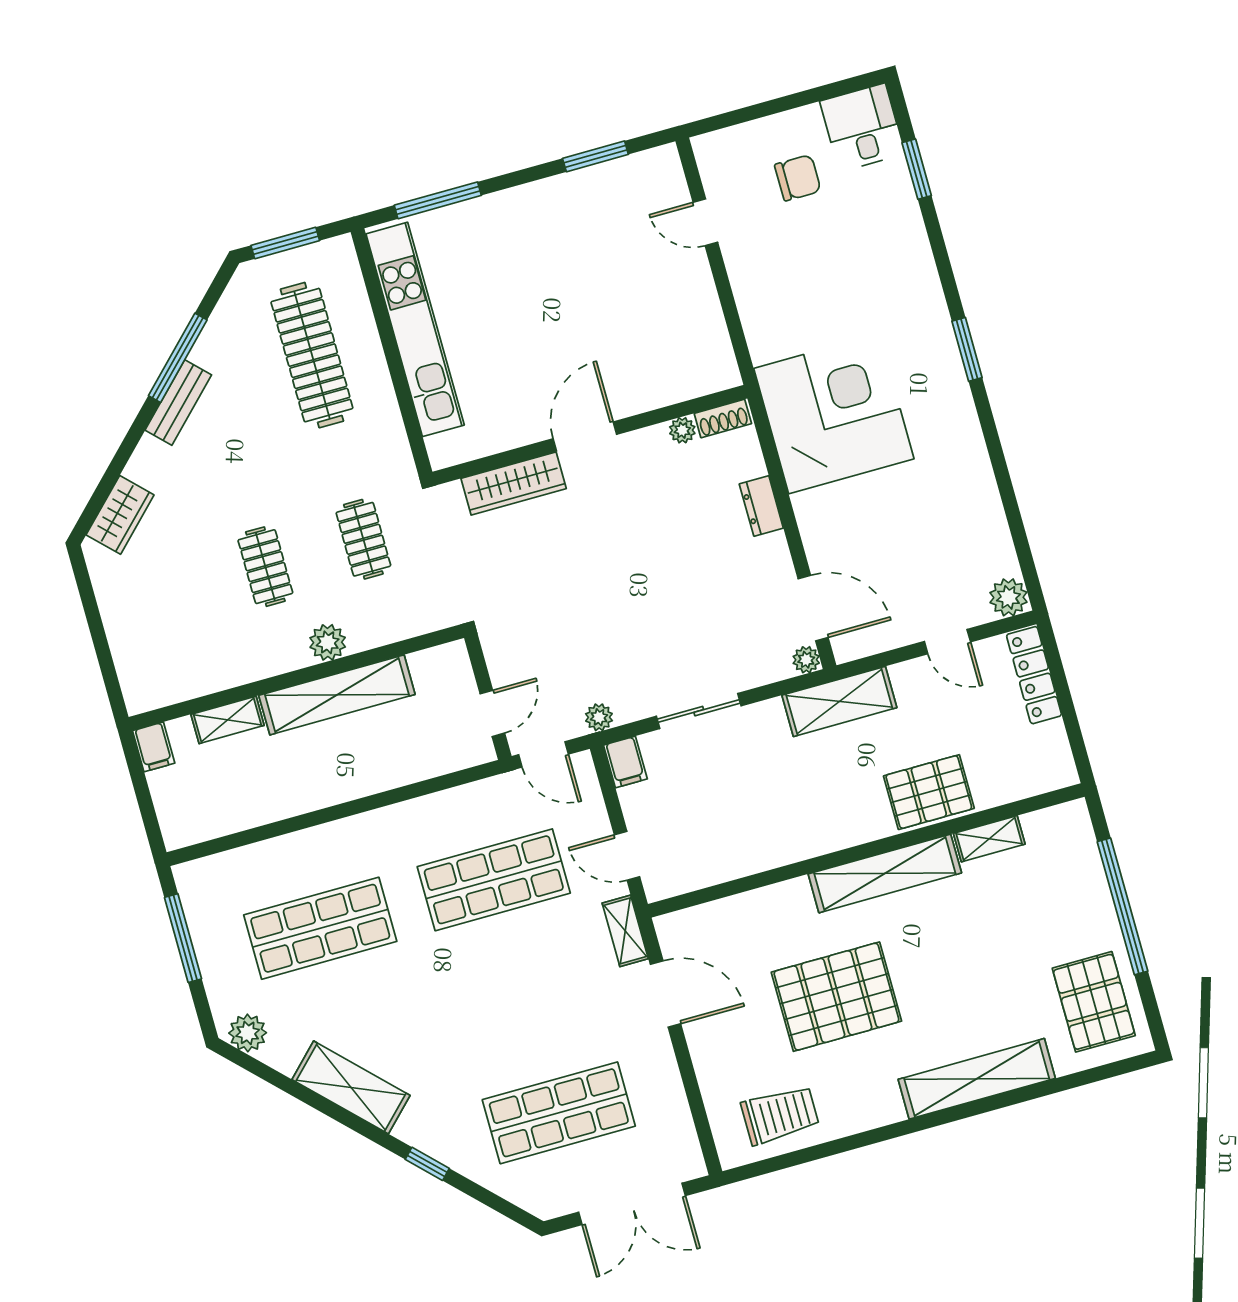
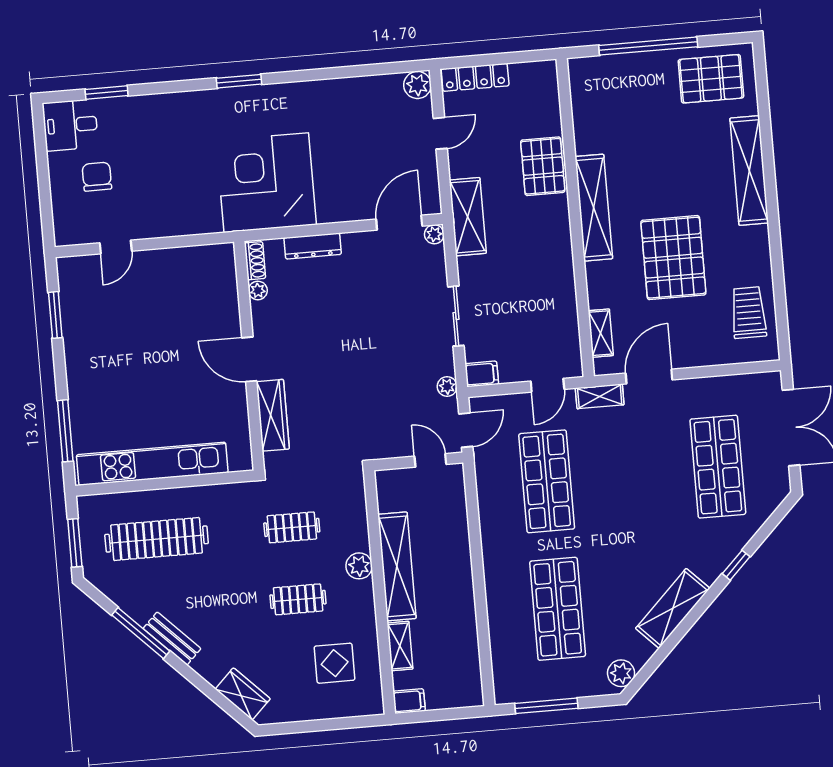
dresser: (761, 506) -> (313, 246), width x1.44
display table: (187, 634) -> (335, 663), added
shelving: (989, 839) -> (601, 333), moved

